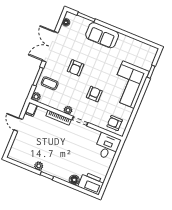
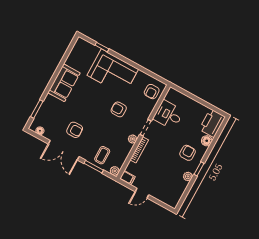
sofa: (102, 35) -> (64, 83), moved
armchair: (76, 68) -> (75, 130), moved
desk: (107, 146) -> (168, 115), moved
armchair: (61, 163) -> (188, 153), added

